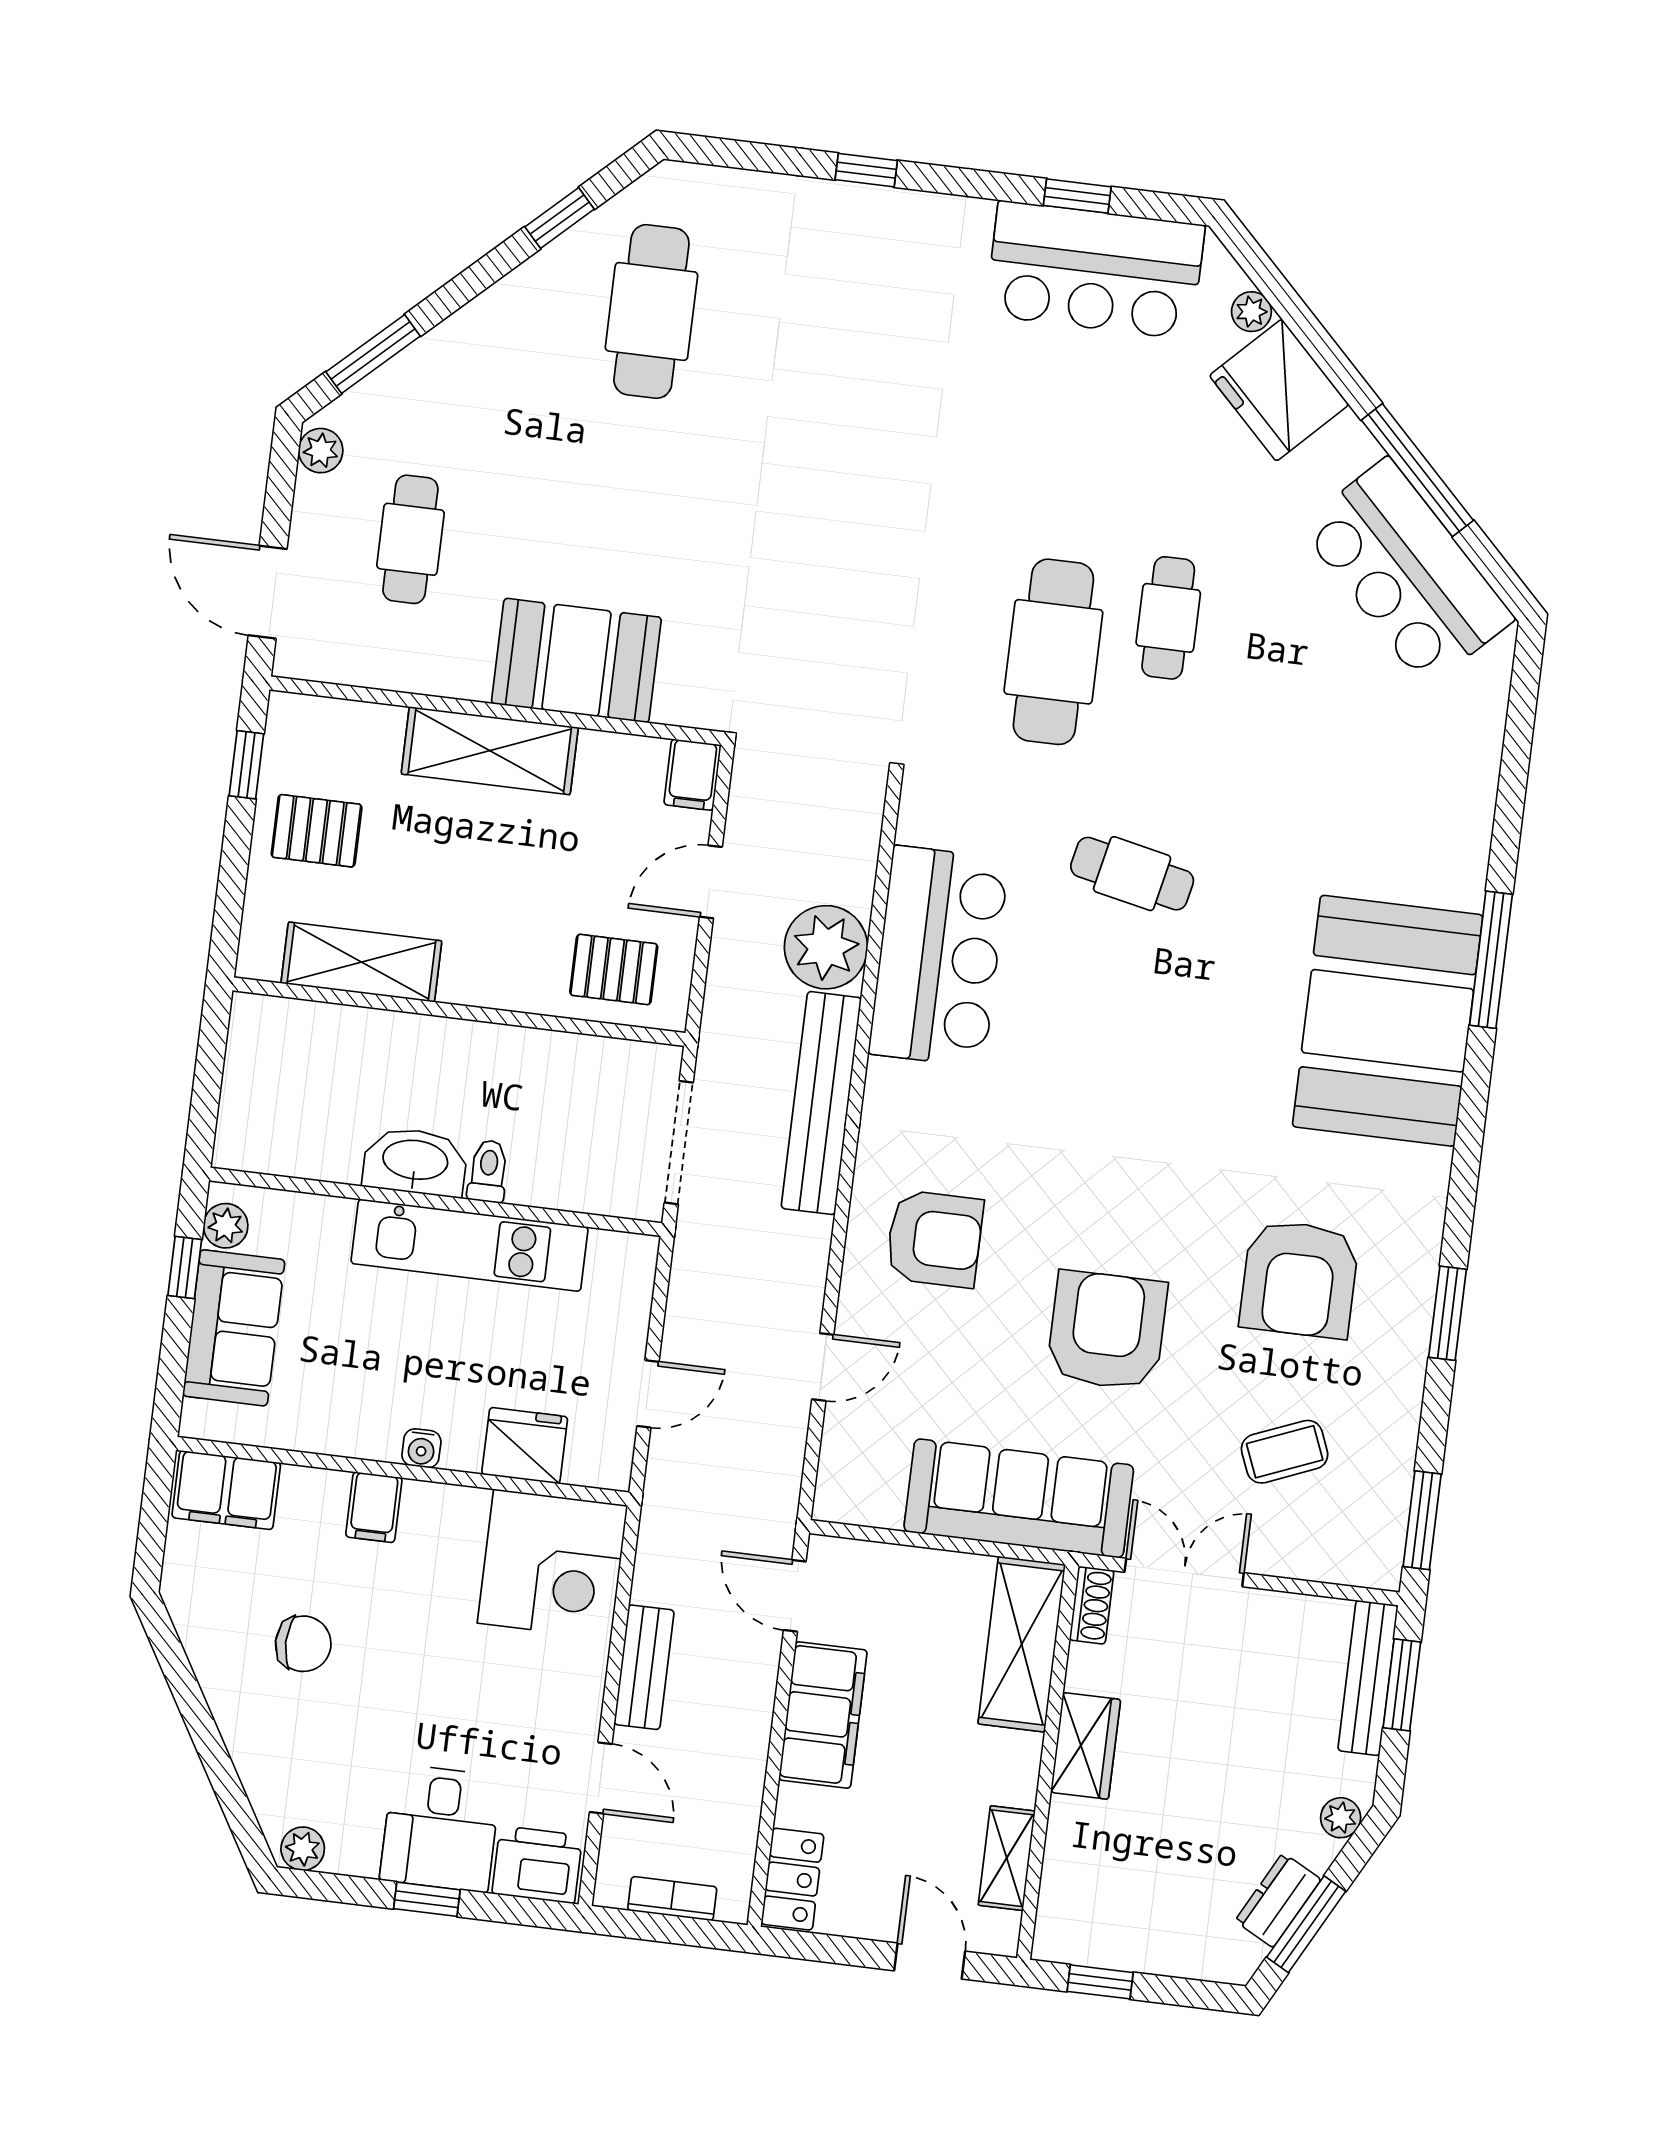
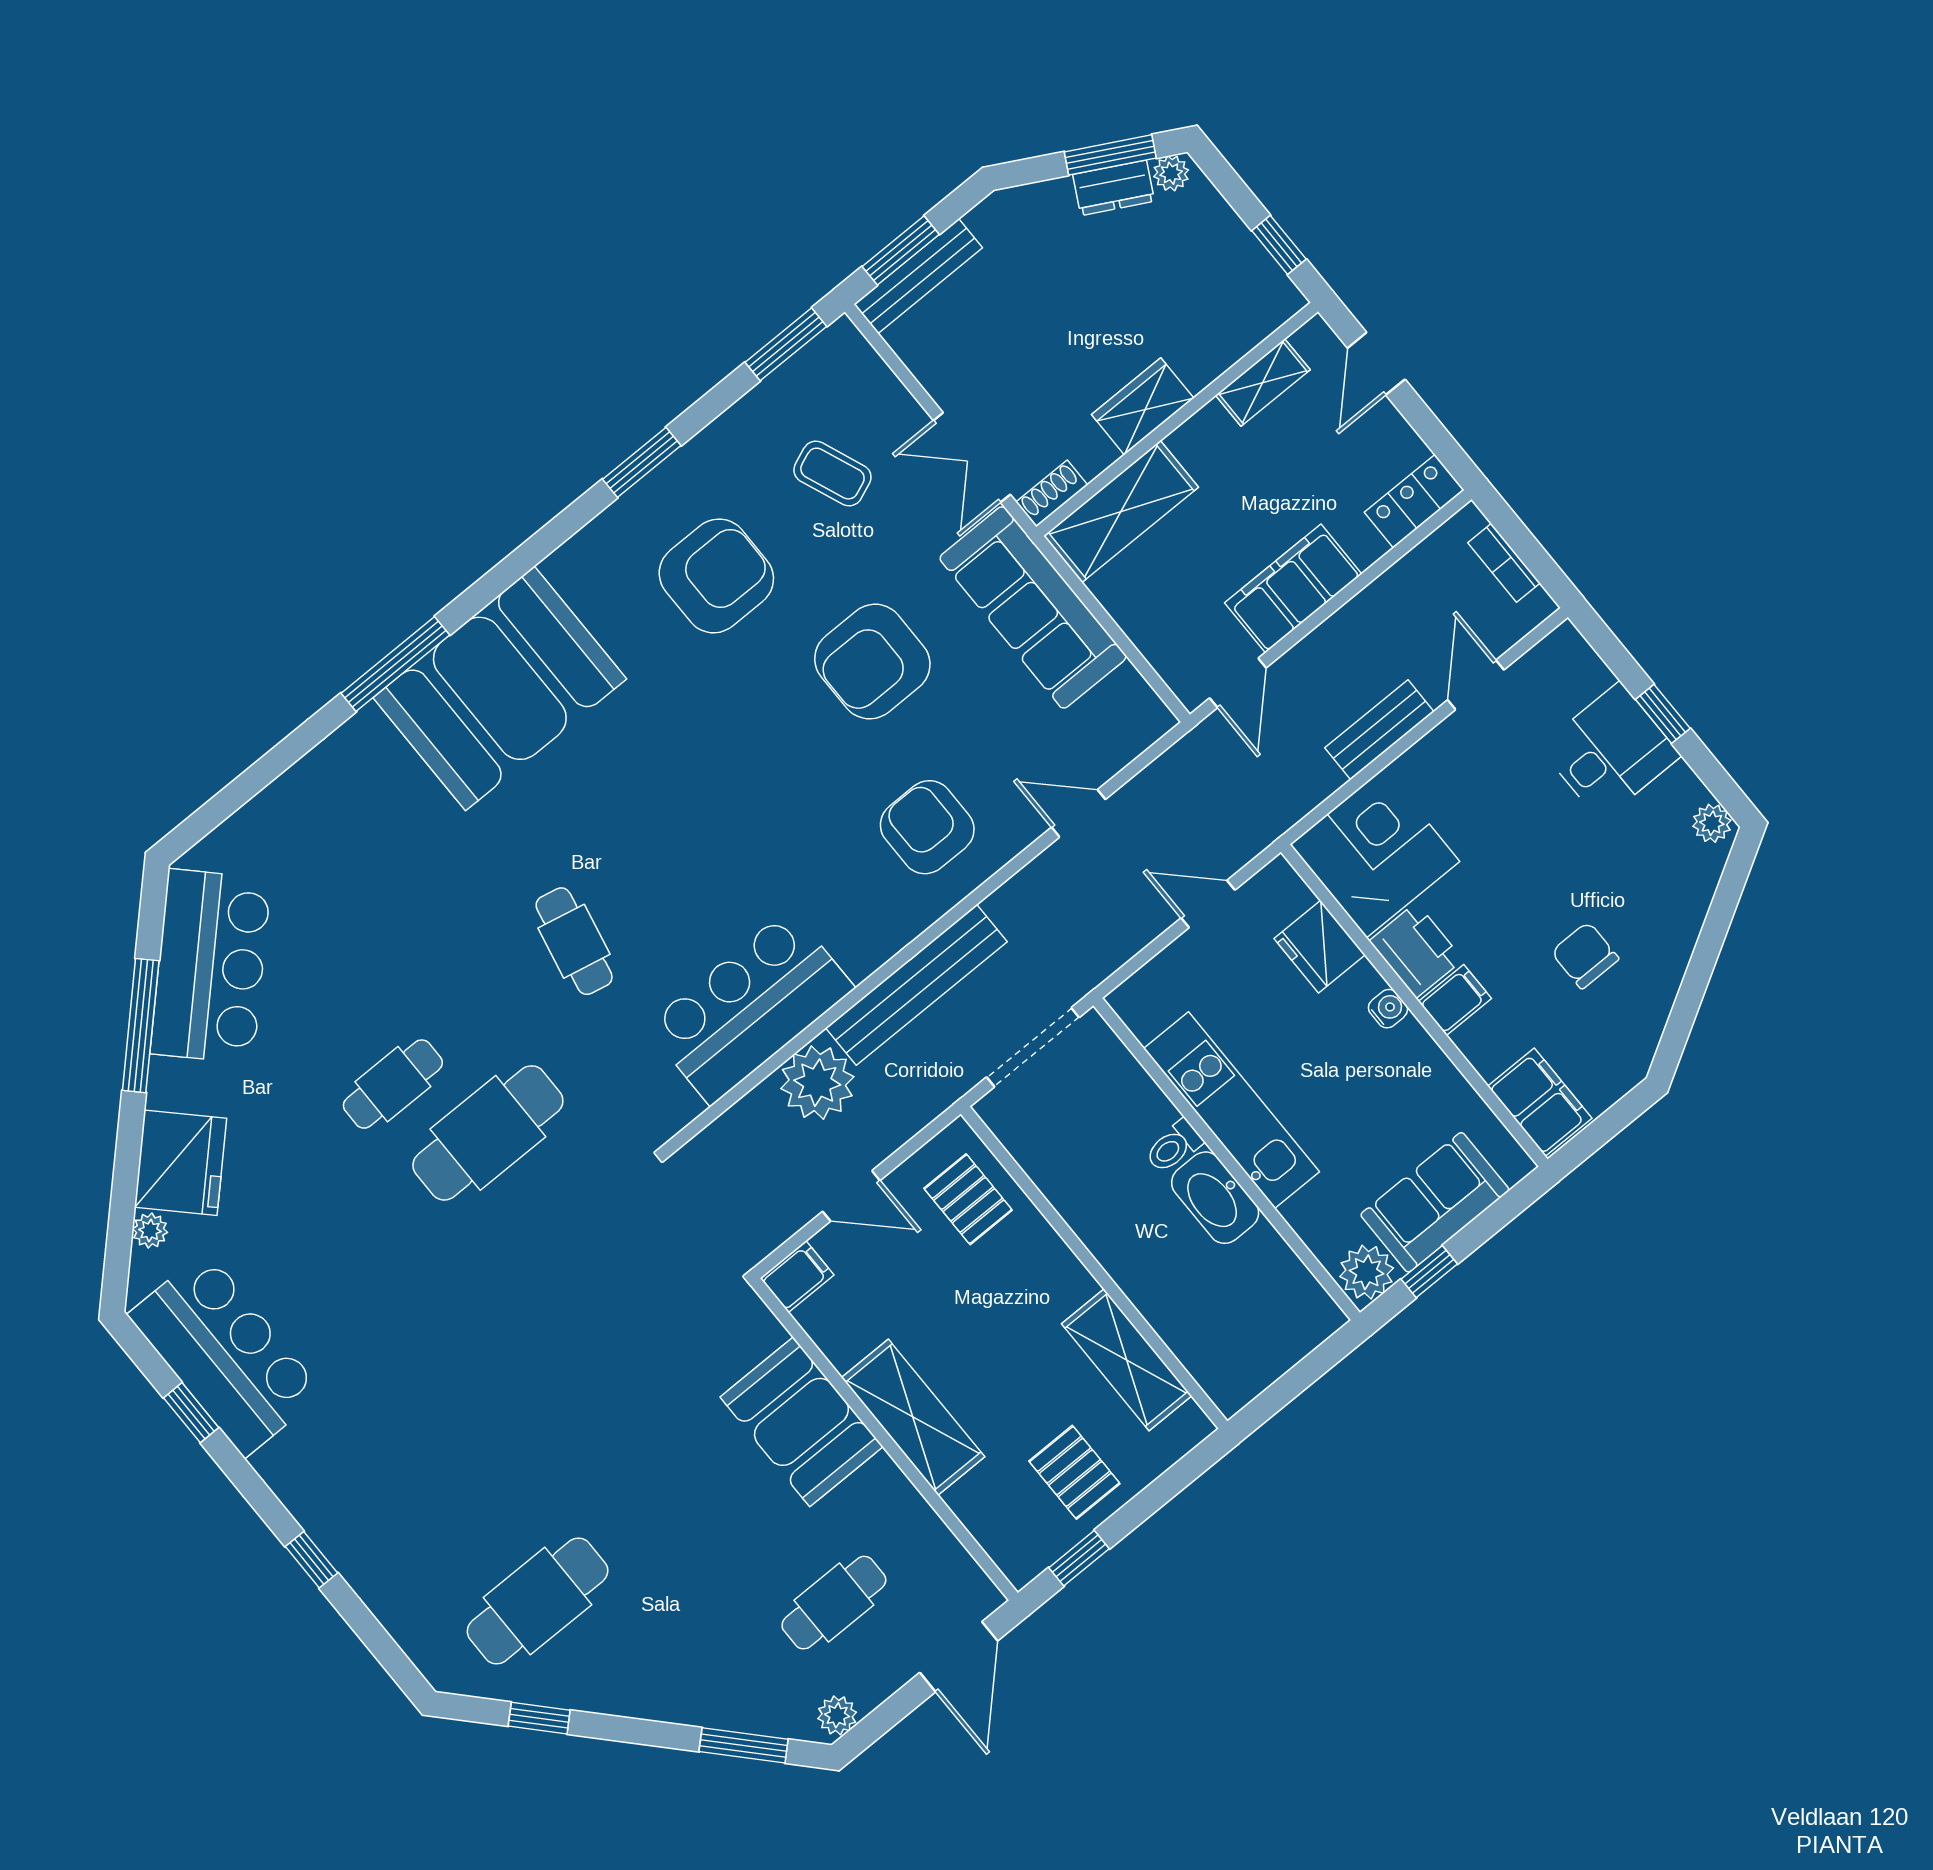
plant: (226, 1226) -> (1367, 1272), width x1.38, depth x1.38
plant: (1341, 1818) -> (1171, 173), moved
printer: (537, 1865) -> (1416, 950), moved, turned 180

